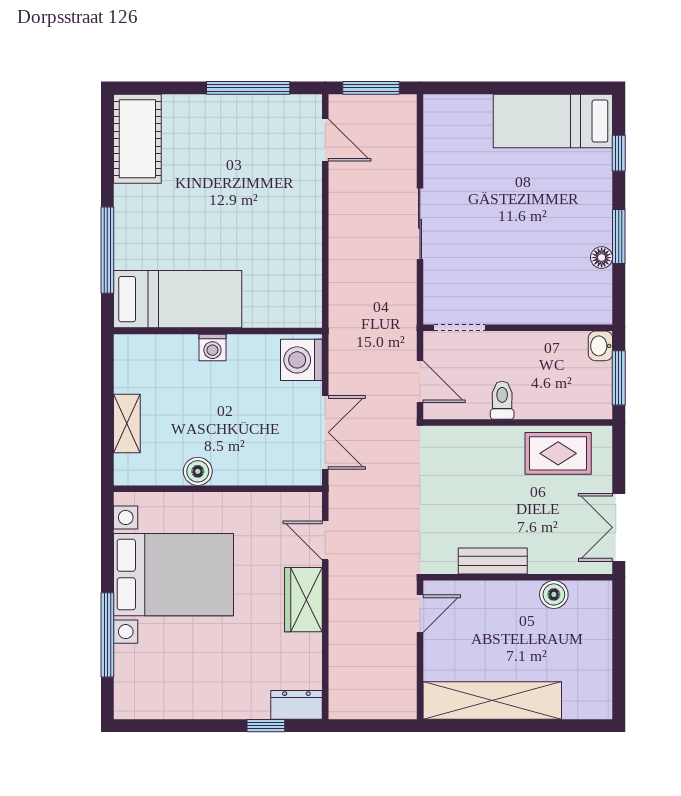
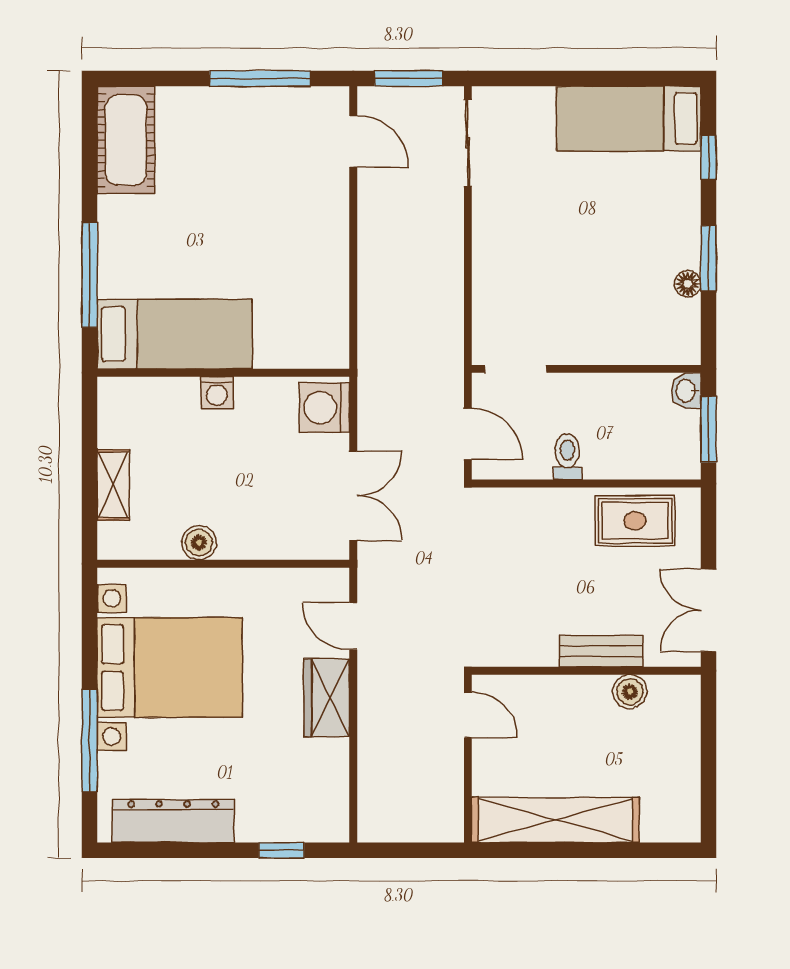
sliding door: (420, 224) -> (468, 143), moved
bench: (493, 561) -> (601, 651), moved
door: (420, 614) -> (468, 715), hinge flipped
dresser: (296, 705) -> (173, 821), moved, width x1.96, depth x1.24

